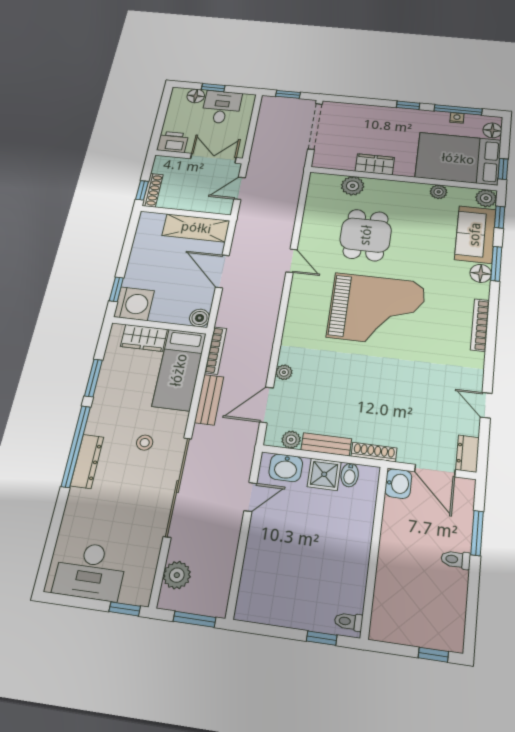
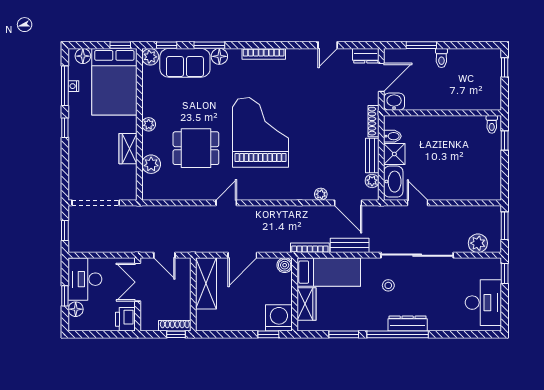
desk: (221, 107) -> (85, 279), width x1.37
plant: (439, 192) -> (149, 124), moved
washbasin: (286, 468) -> (393, 182), width x1.38

